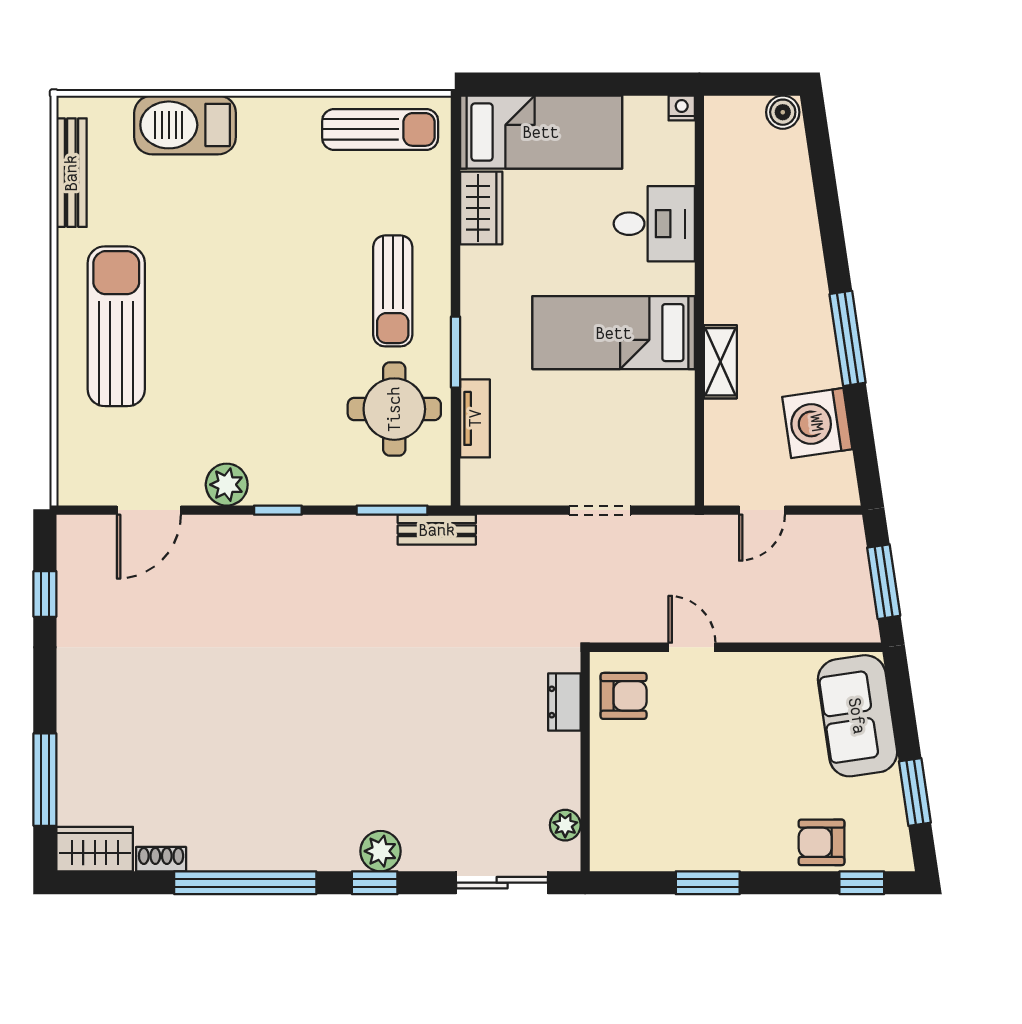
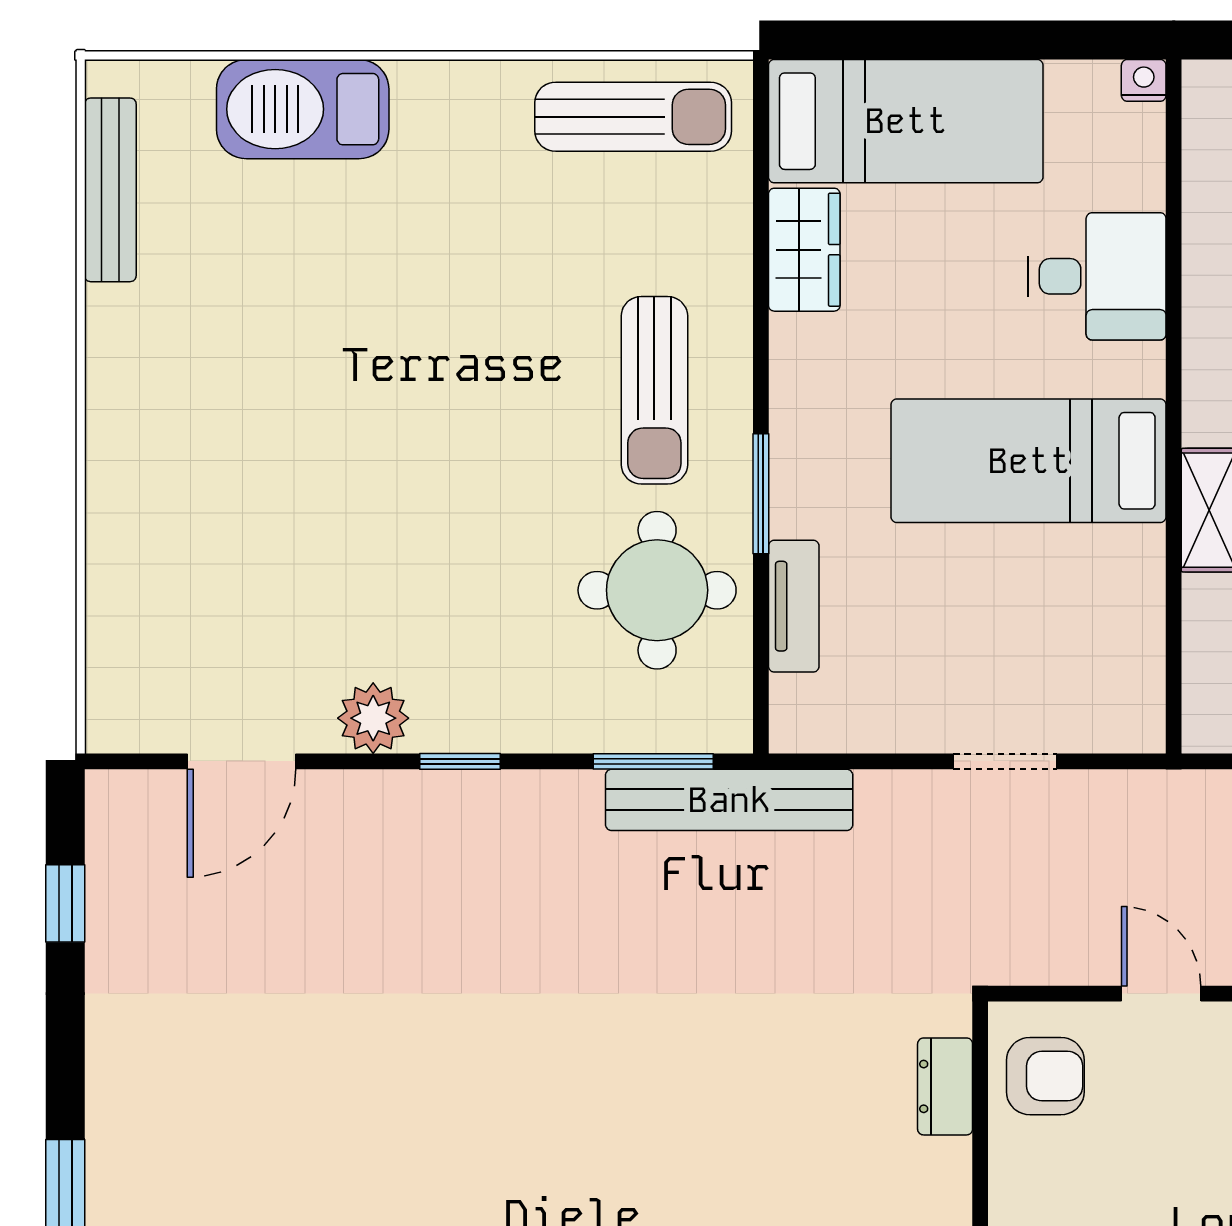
sun lounger: (116, 326) -> (186, 450), removed
bench: (437, 530) -> (729, 800), width x1.86, depth x1.21

